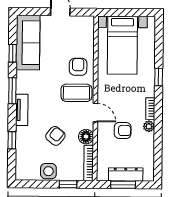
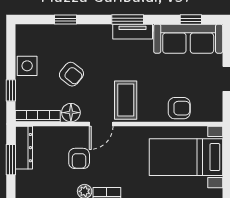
window: (13, 53) -> (191, 20), moved
armchair: (78, 67) -> (179, 108), moved
tv unit: (22, 110) -> (133, 32), moved
dresser: (126, 174) -> (24, 148), moved

